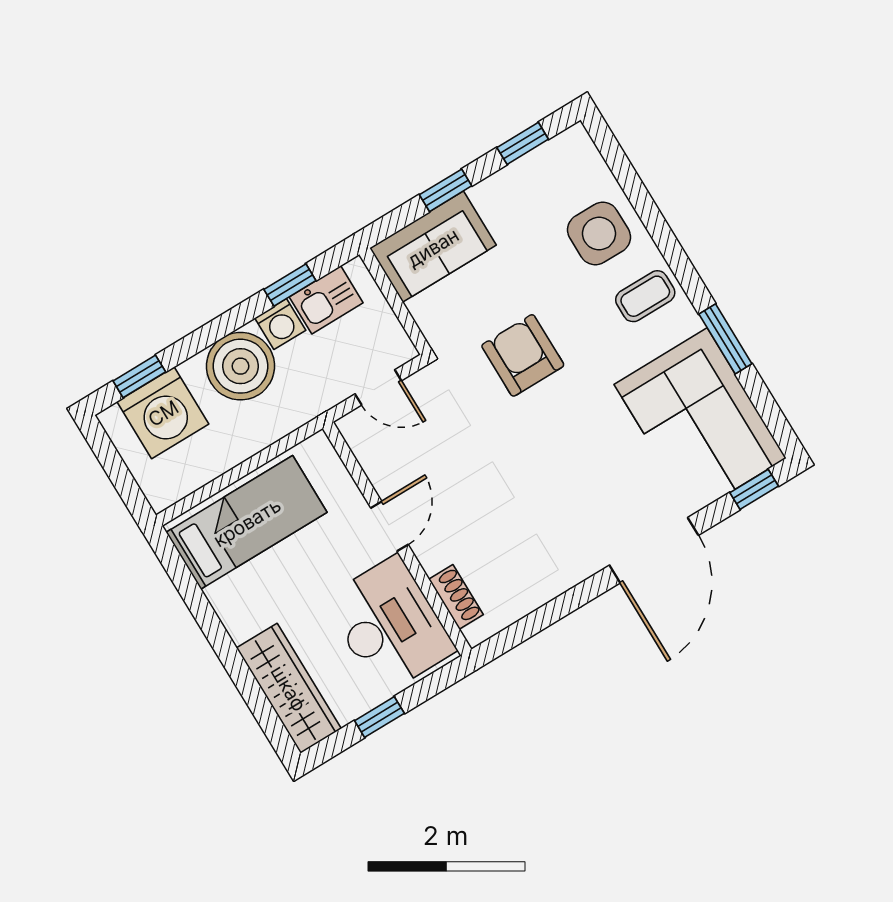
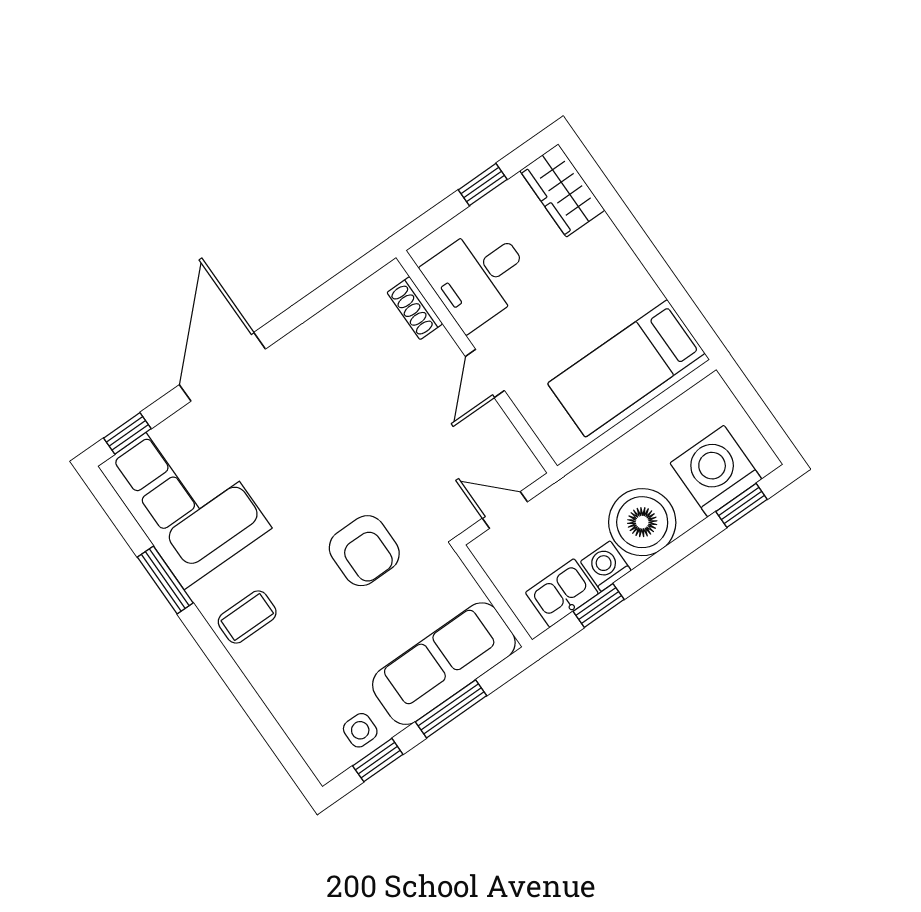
window: (446, 190) -> (451, 709), width x1.50
side table: (599, 234) -> (360, 730), moved, width x0.54, depth x0.54
sofa: (433, 247) -> (444, 664), width x1.36
desk: (389, 625) -> (479, 276), width x0.73
wardrobe: (289, 688) -> (562, 190), width x0.67

